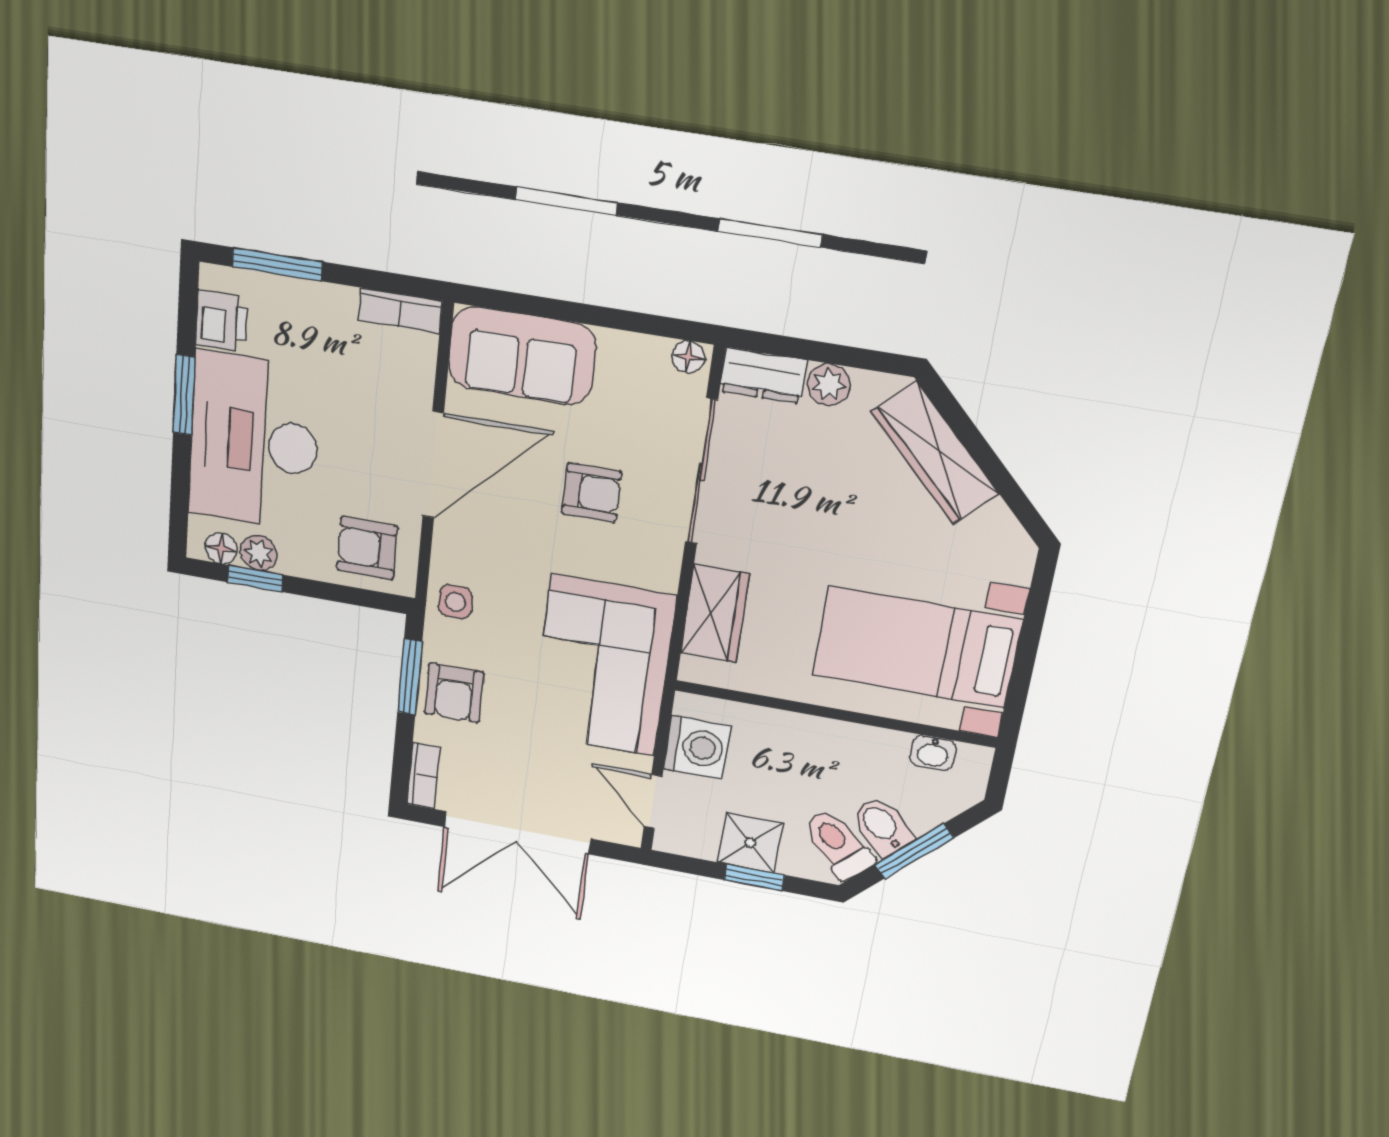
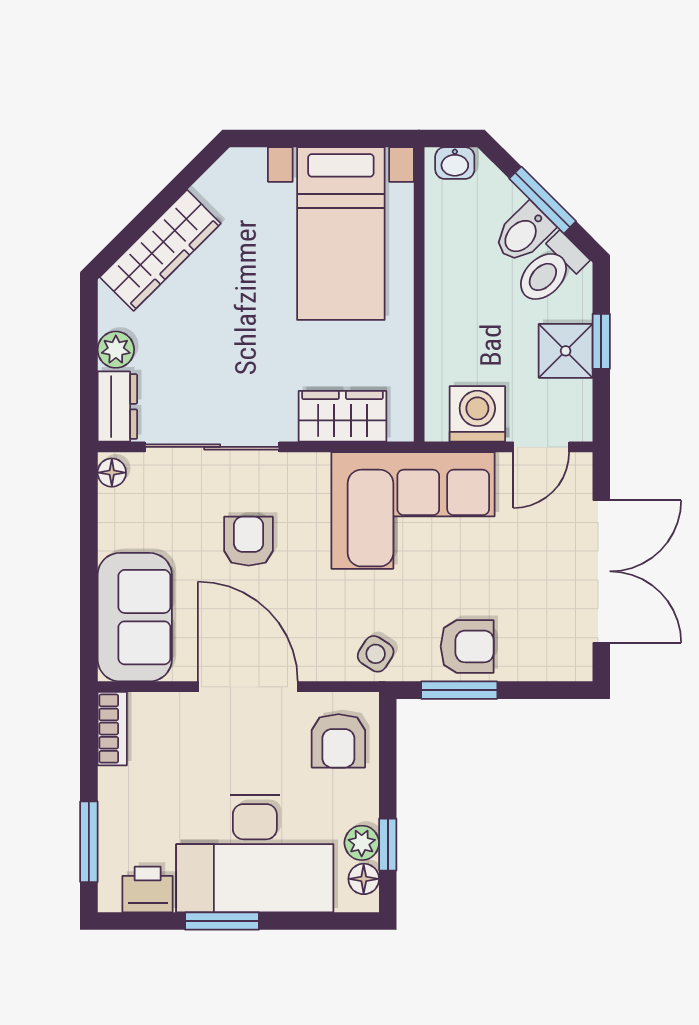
side table: (455, 602) -> (376, 654), turned 33
washbasin: (933, 753) -> (455, 163), moved, turned 90
bookcase: (423, 776) -> (559, 668), removed

